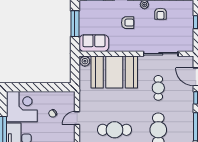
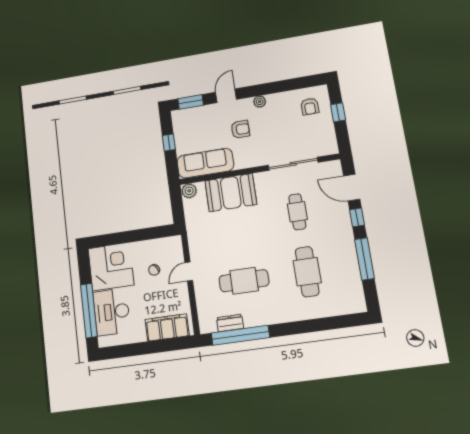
armchair: (160, 14) -> (310, 106), moved
window: (75, 24) -> (169, 143), width x0.46
sofa: (94, 43) -> (205, 163), width x1.36
booth: (114, 72) -> (231, 193), width x0.73, depth x0.70

